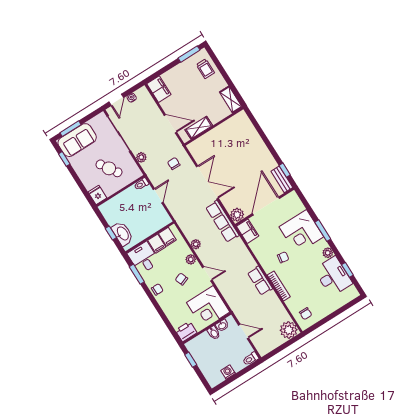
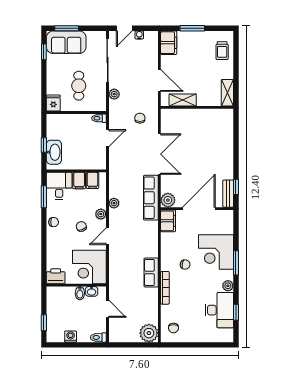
window: (189, 54) -> (192, 28), moved
cafe table: (109, 168) -> (79, 86), turned 33
door: (207, 274) -> (107, 236), swing flipped
window: (191, 360) -> (44, 323), moved

